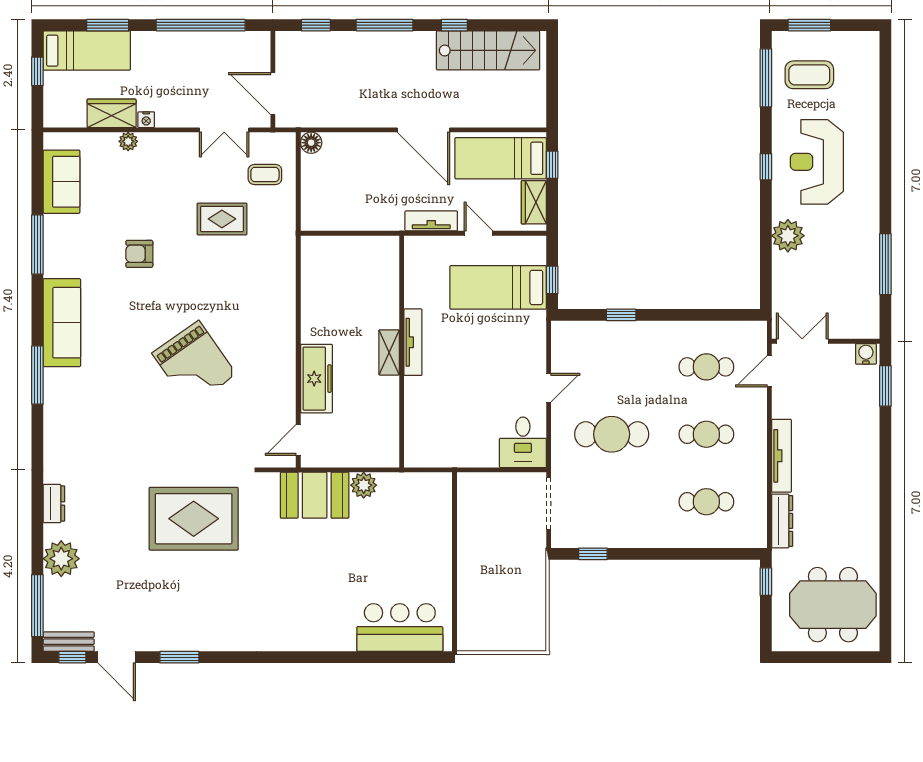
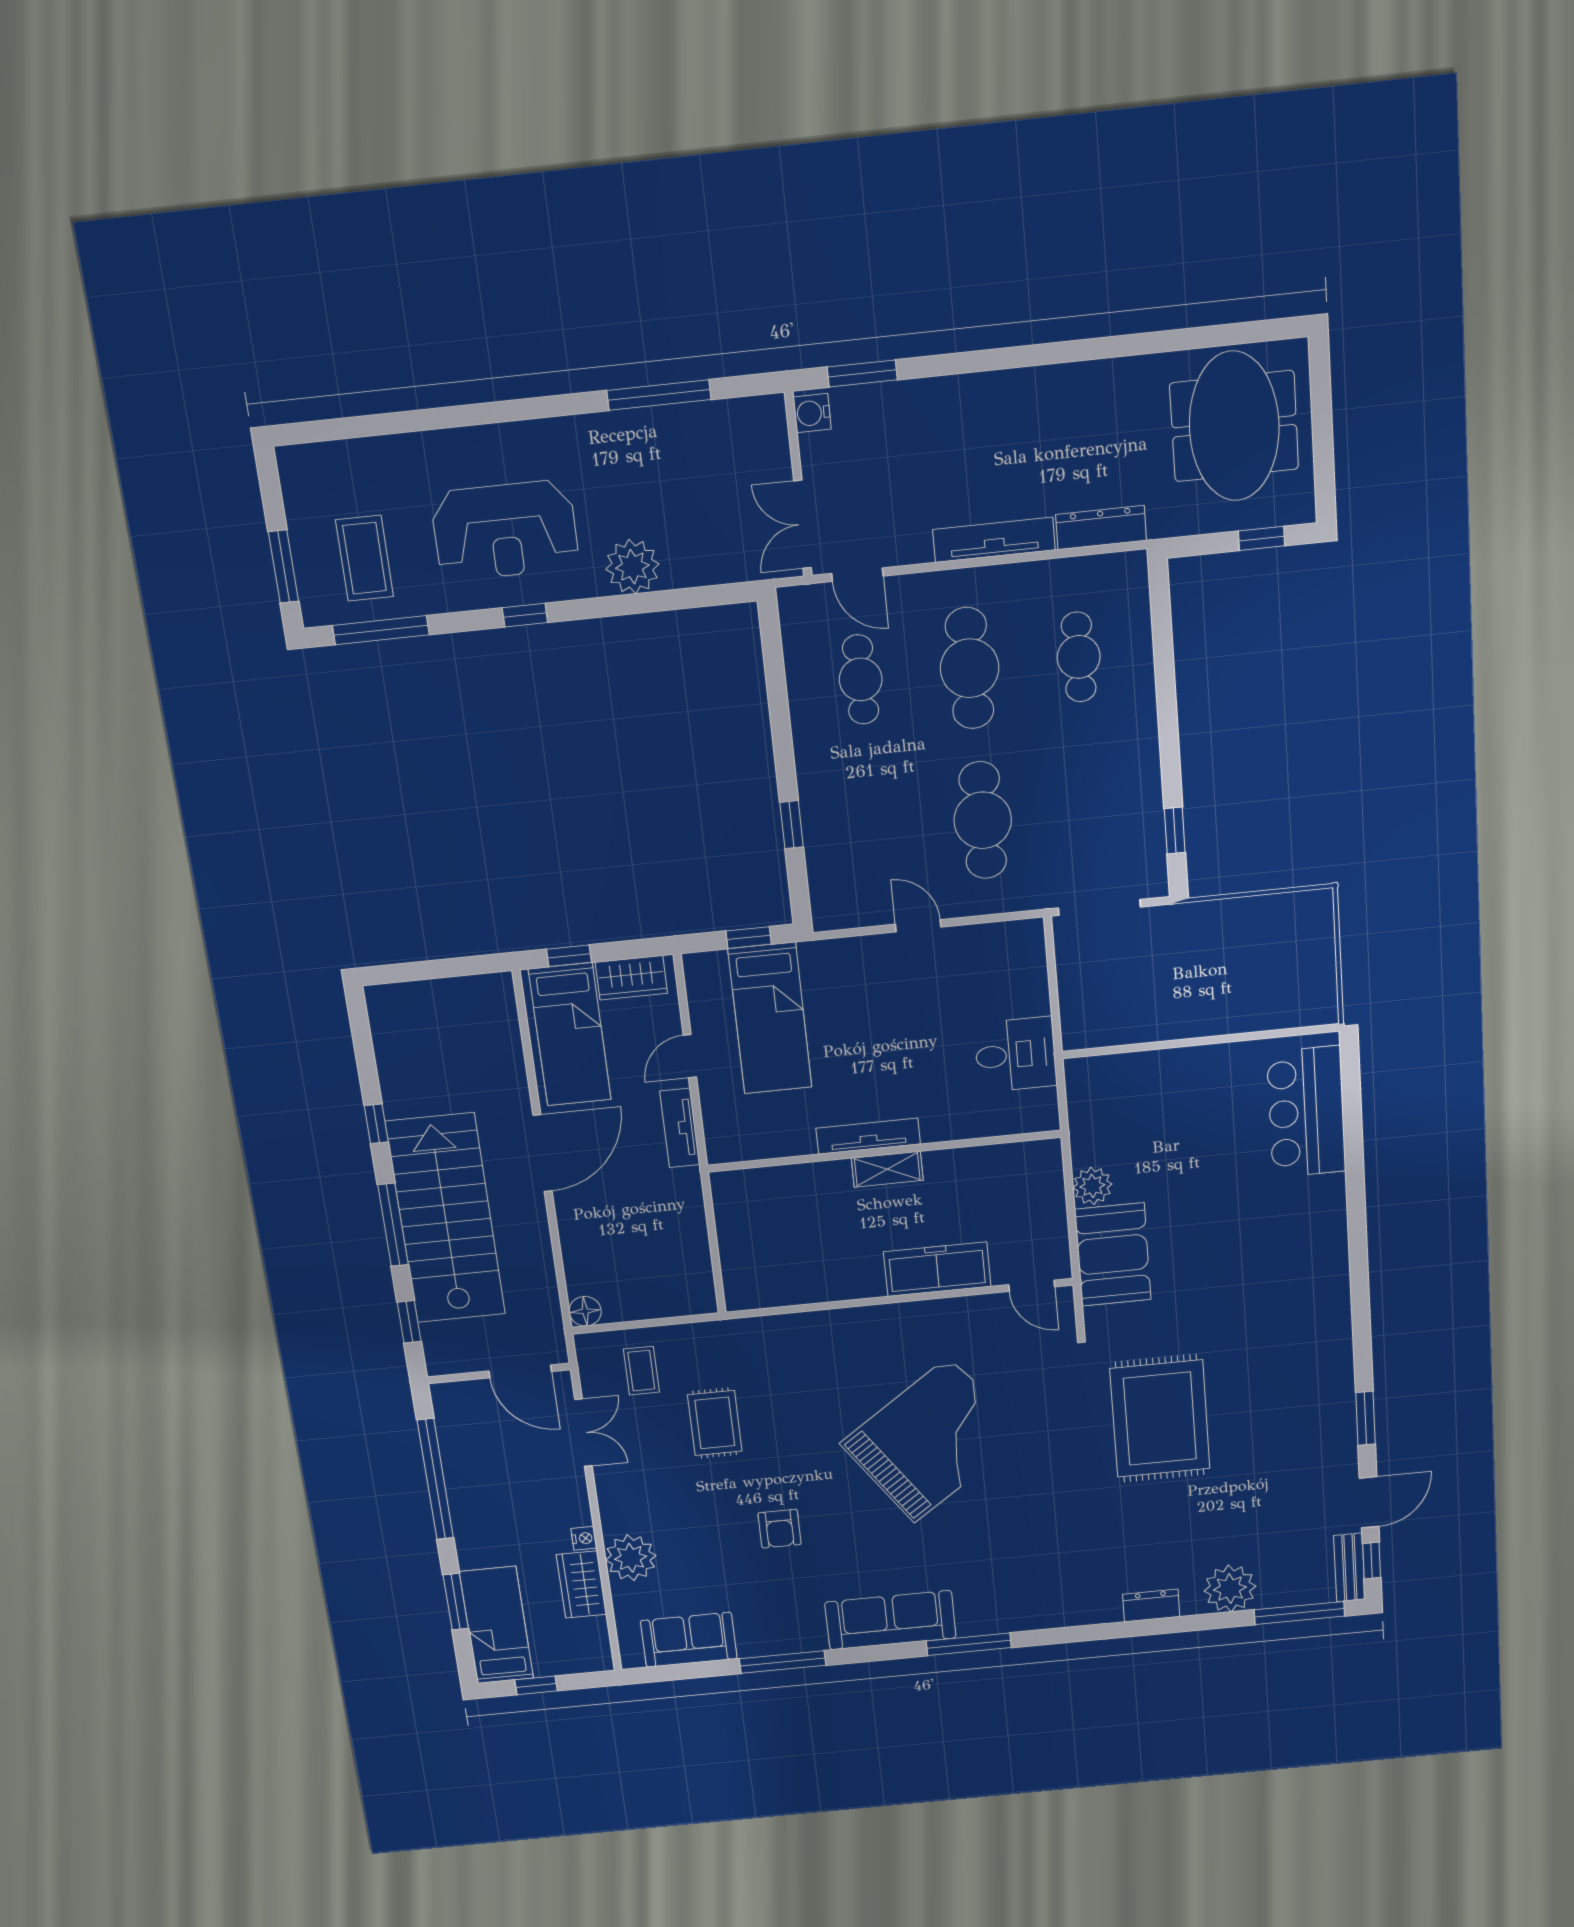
stairs: (488, 50) -> (446, 1219), moved, width x1.36, depth x1.51
door: (273, 94) -> (520, 1371), hinge flipped
plant: (128, 141) -> (631, 1558), width x1.88, depth x1.88
grand piano: (194, 364) -> (932, 1440), width x1.37, depth x1.48
cafe table: (706, 434) -> (970, 668), width x1.37, depth x1.35
desk: (523, 442) -> (1016, 1055), moved
window: (766, 582) -> (1262, 538), moved

